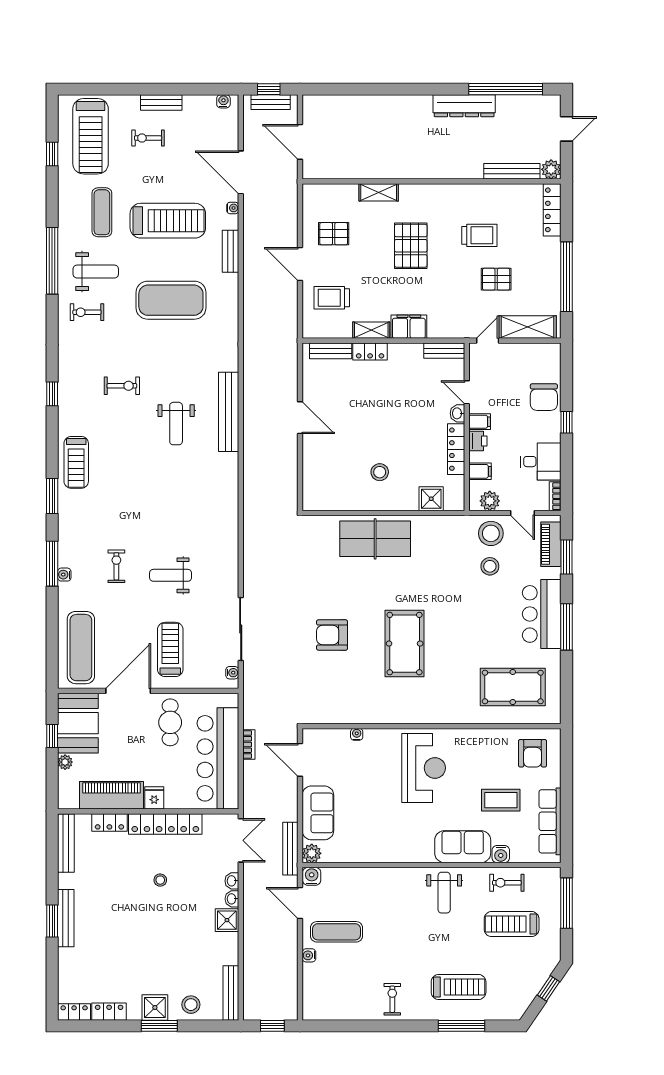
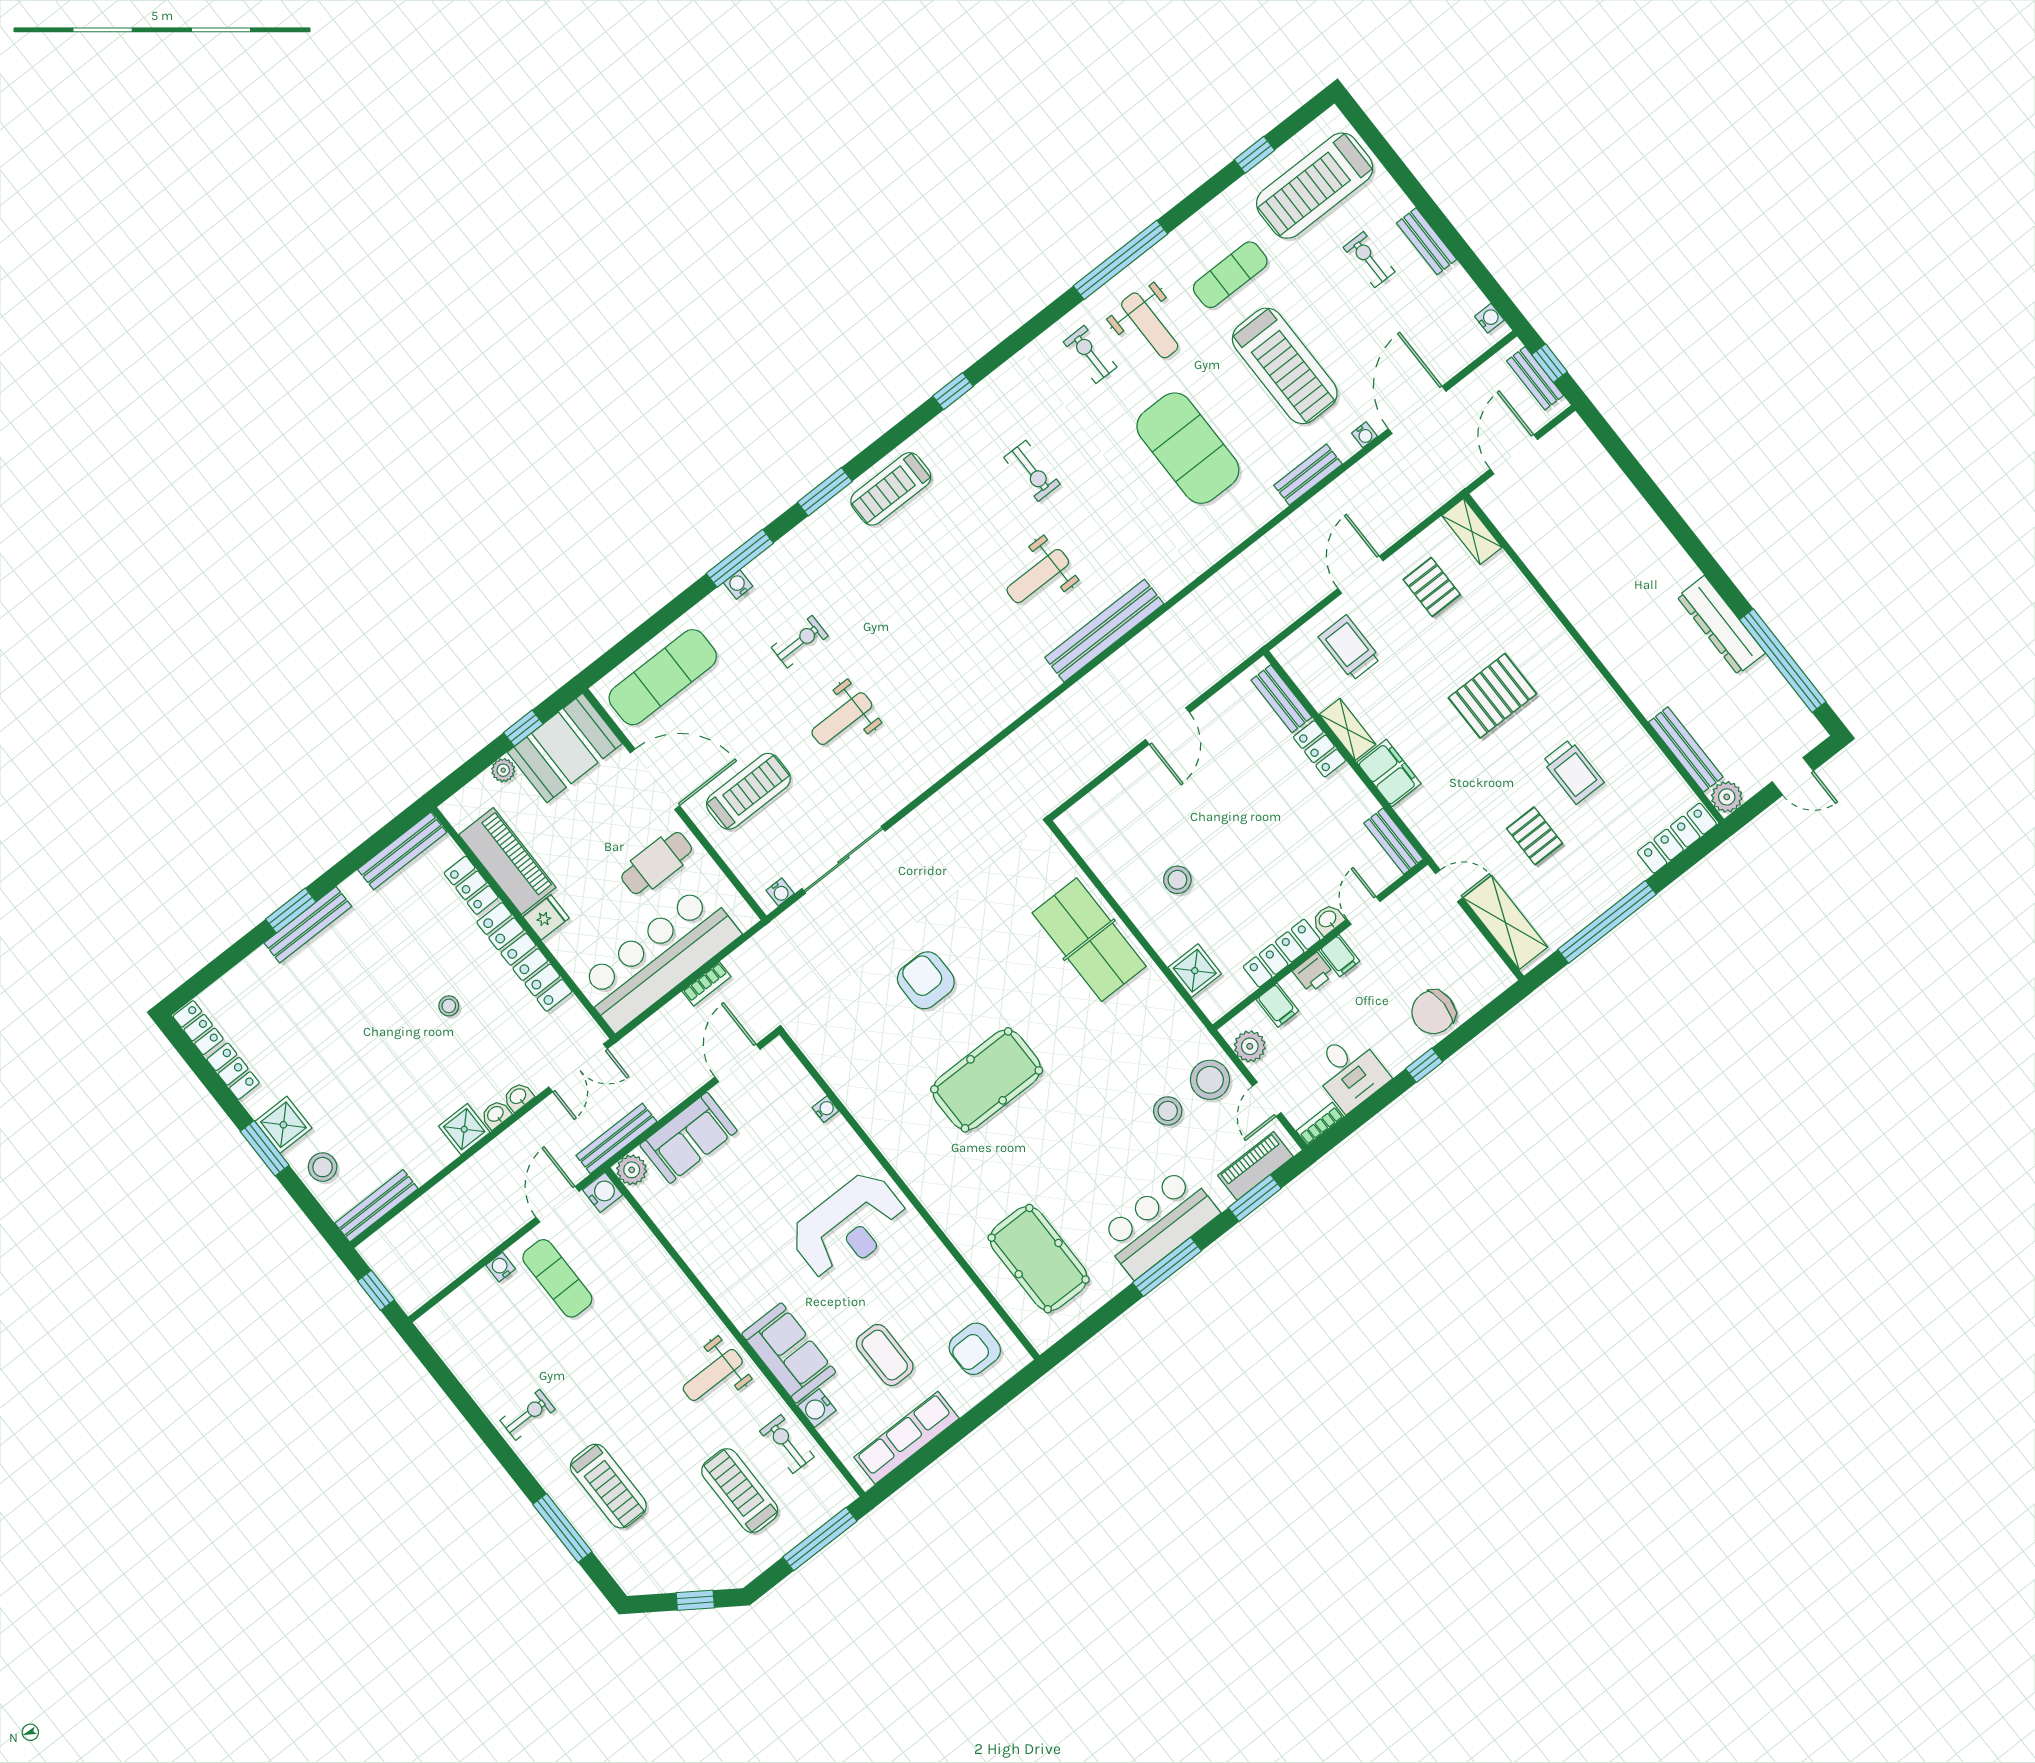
shelving: (379, 192) -> (1472, 531), moved
weight bench: (171, 575) -> (842, 719), turned -90

